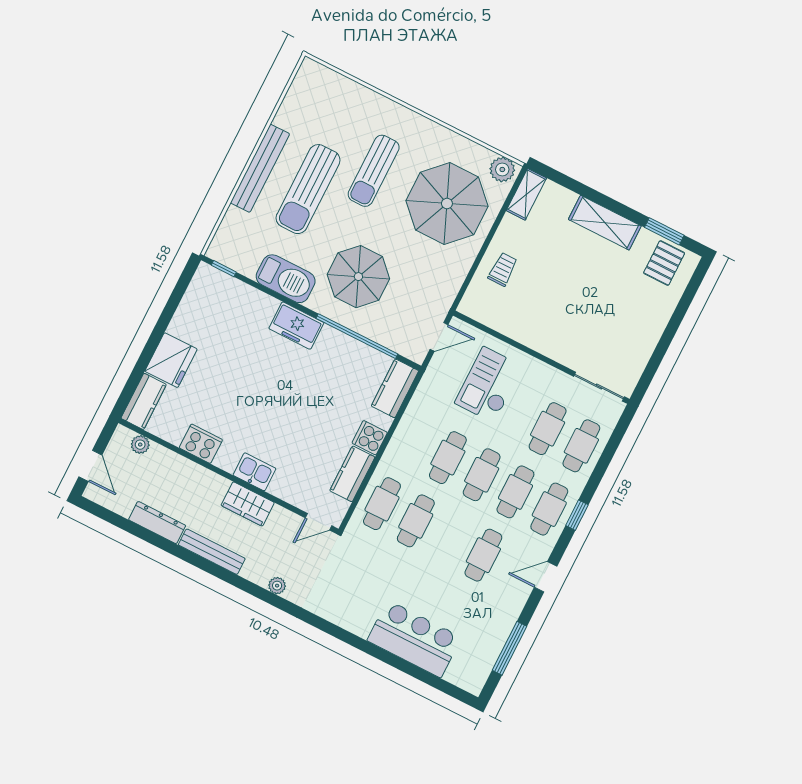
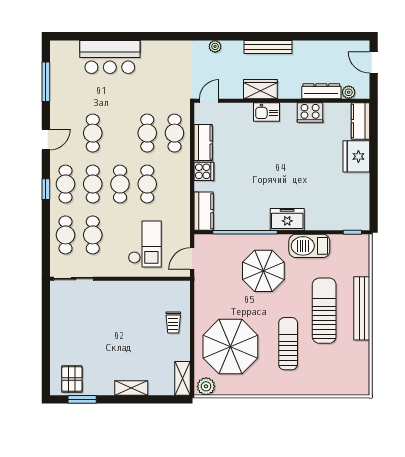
shelving: (605, 223) -> (131, 388), width x0.67, depth x0.75
dresser: (157, 523) -> (321, 91), moved, turned 180

